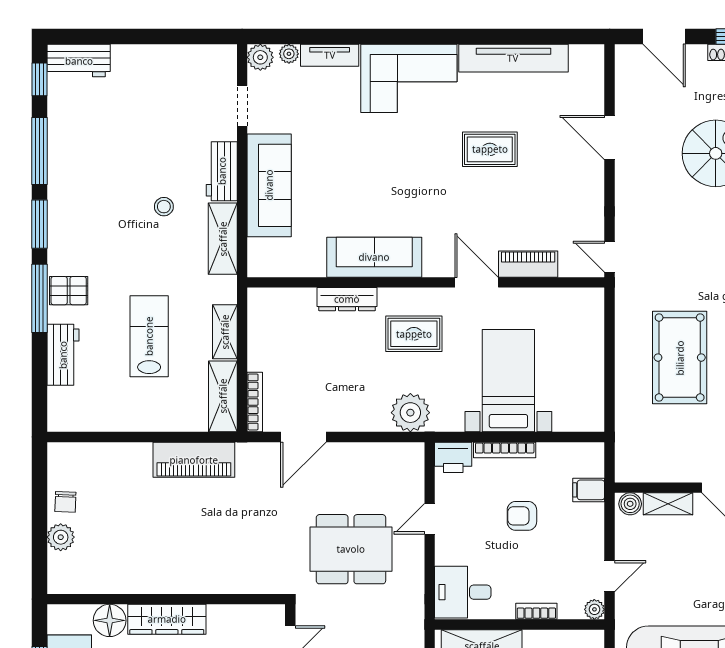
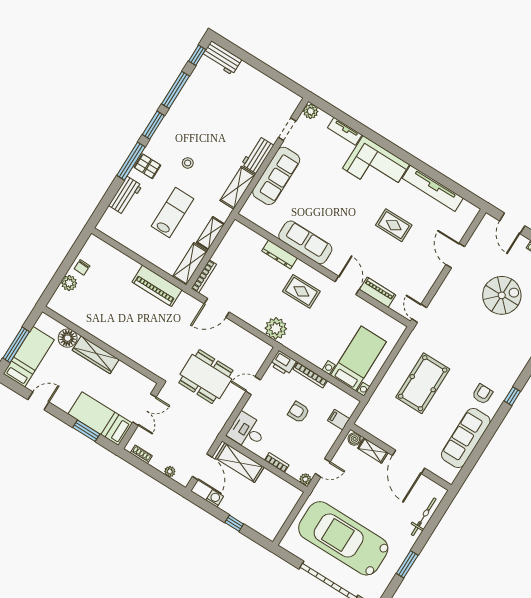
plant: (289, 54) -> (326, 118), removed
stool: (164, 207) -> (188, 163), moved
bed with nightstands: (508, 381) -> (358, 359), moved

